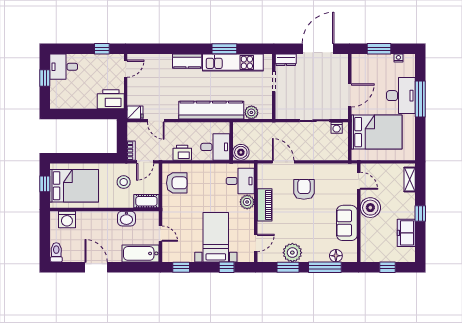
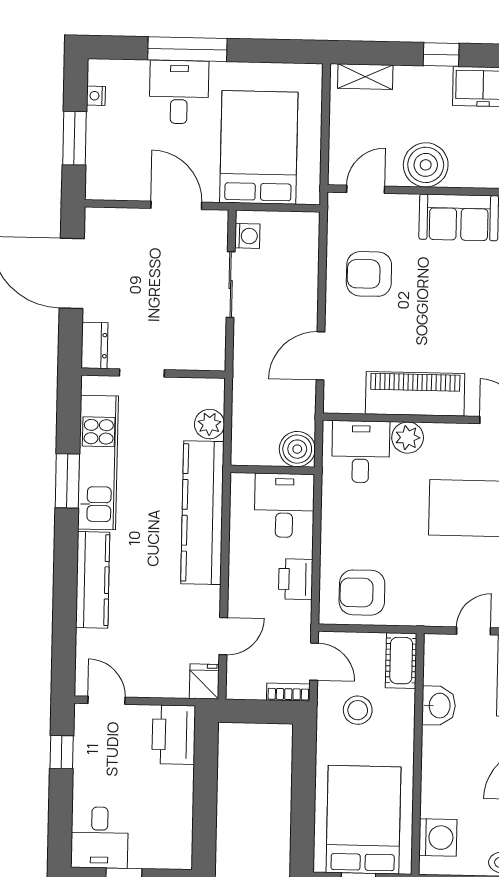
kitchen counter: (187, 61) -> (93, 580), width x1.50
desk: (401, 96) -> (179, 92), width x0.73
armchair: (177, 183) -> (362, 593), turned -90
armchair: (304, 189) -> (369, 274), moved
piano: (265, 205) -> (415, 394), width x1.37, depth x1.33

